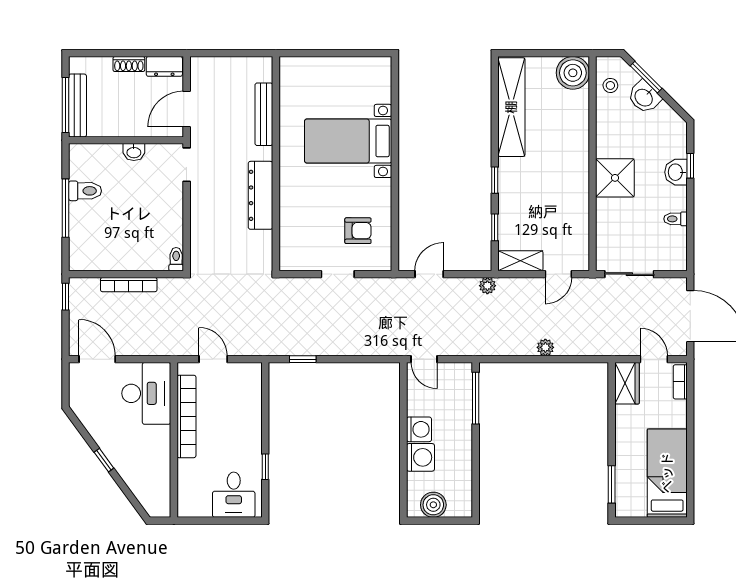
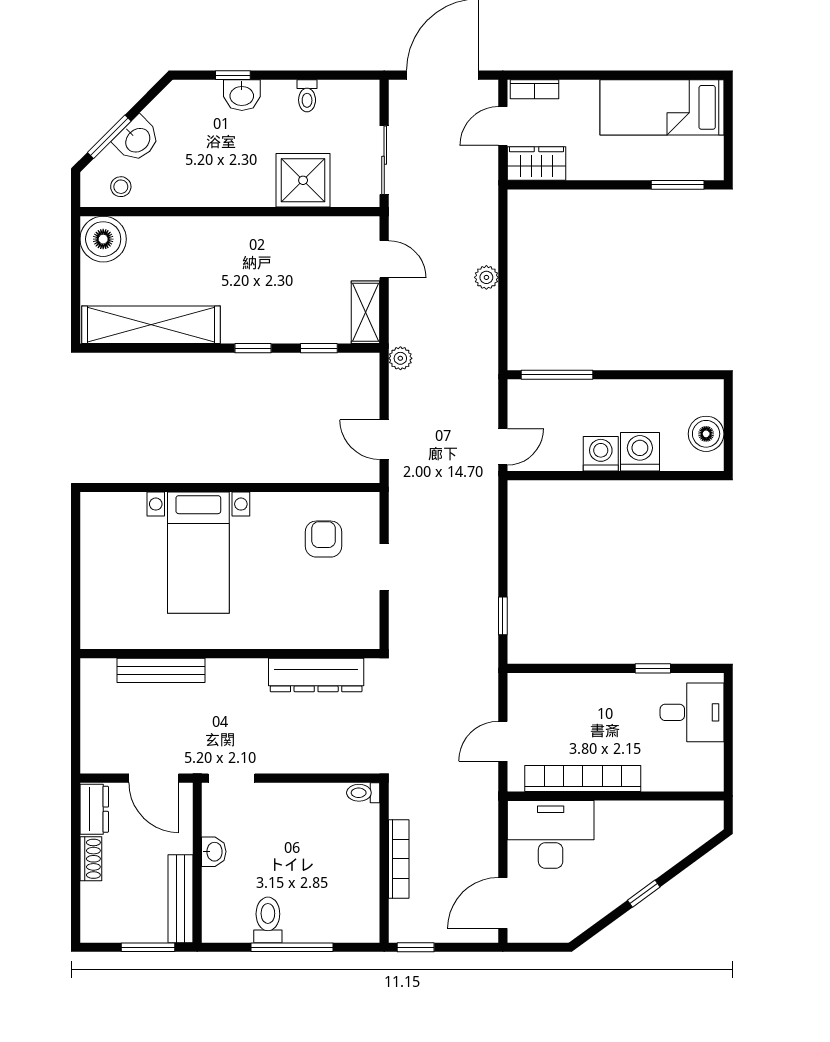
window: (65, 105) -> (148, 947), width x0.69
bench: (77, 106) -> (181, 899), moved, turned 90
shower: (615, 178) -> (303, 180), moved
dresser: (261, 195) -> (316, 675), moved

